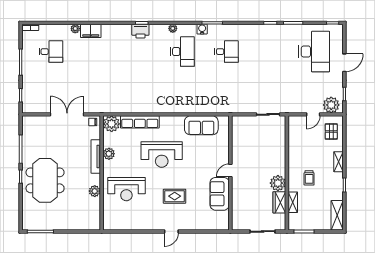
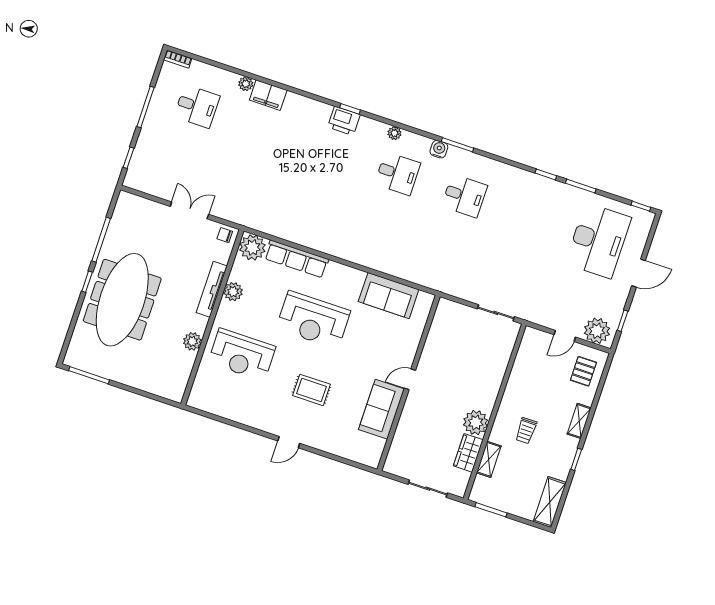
desk: (183, 52) -> (398, 174), width x0.73
double door: (67, 114) -> (189, 210), width x0.73
meeting table: (45, 180) -> (122, 300), width x1.36

